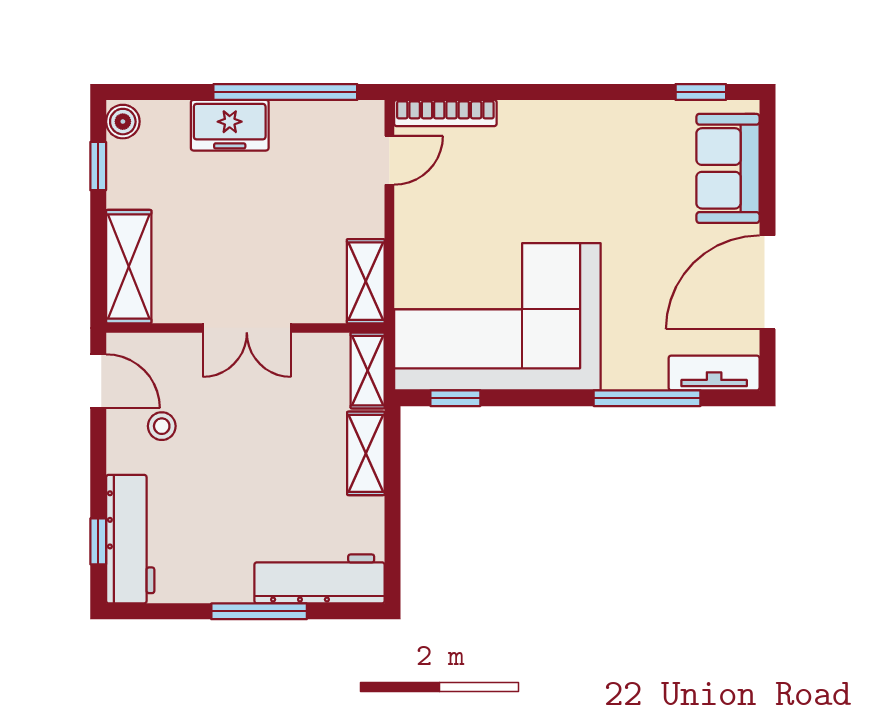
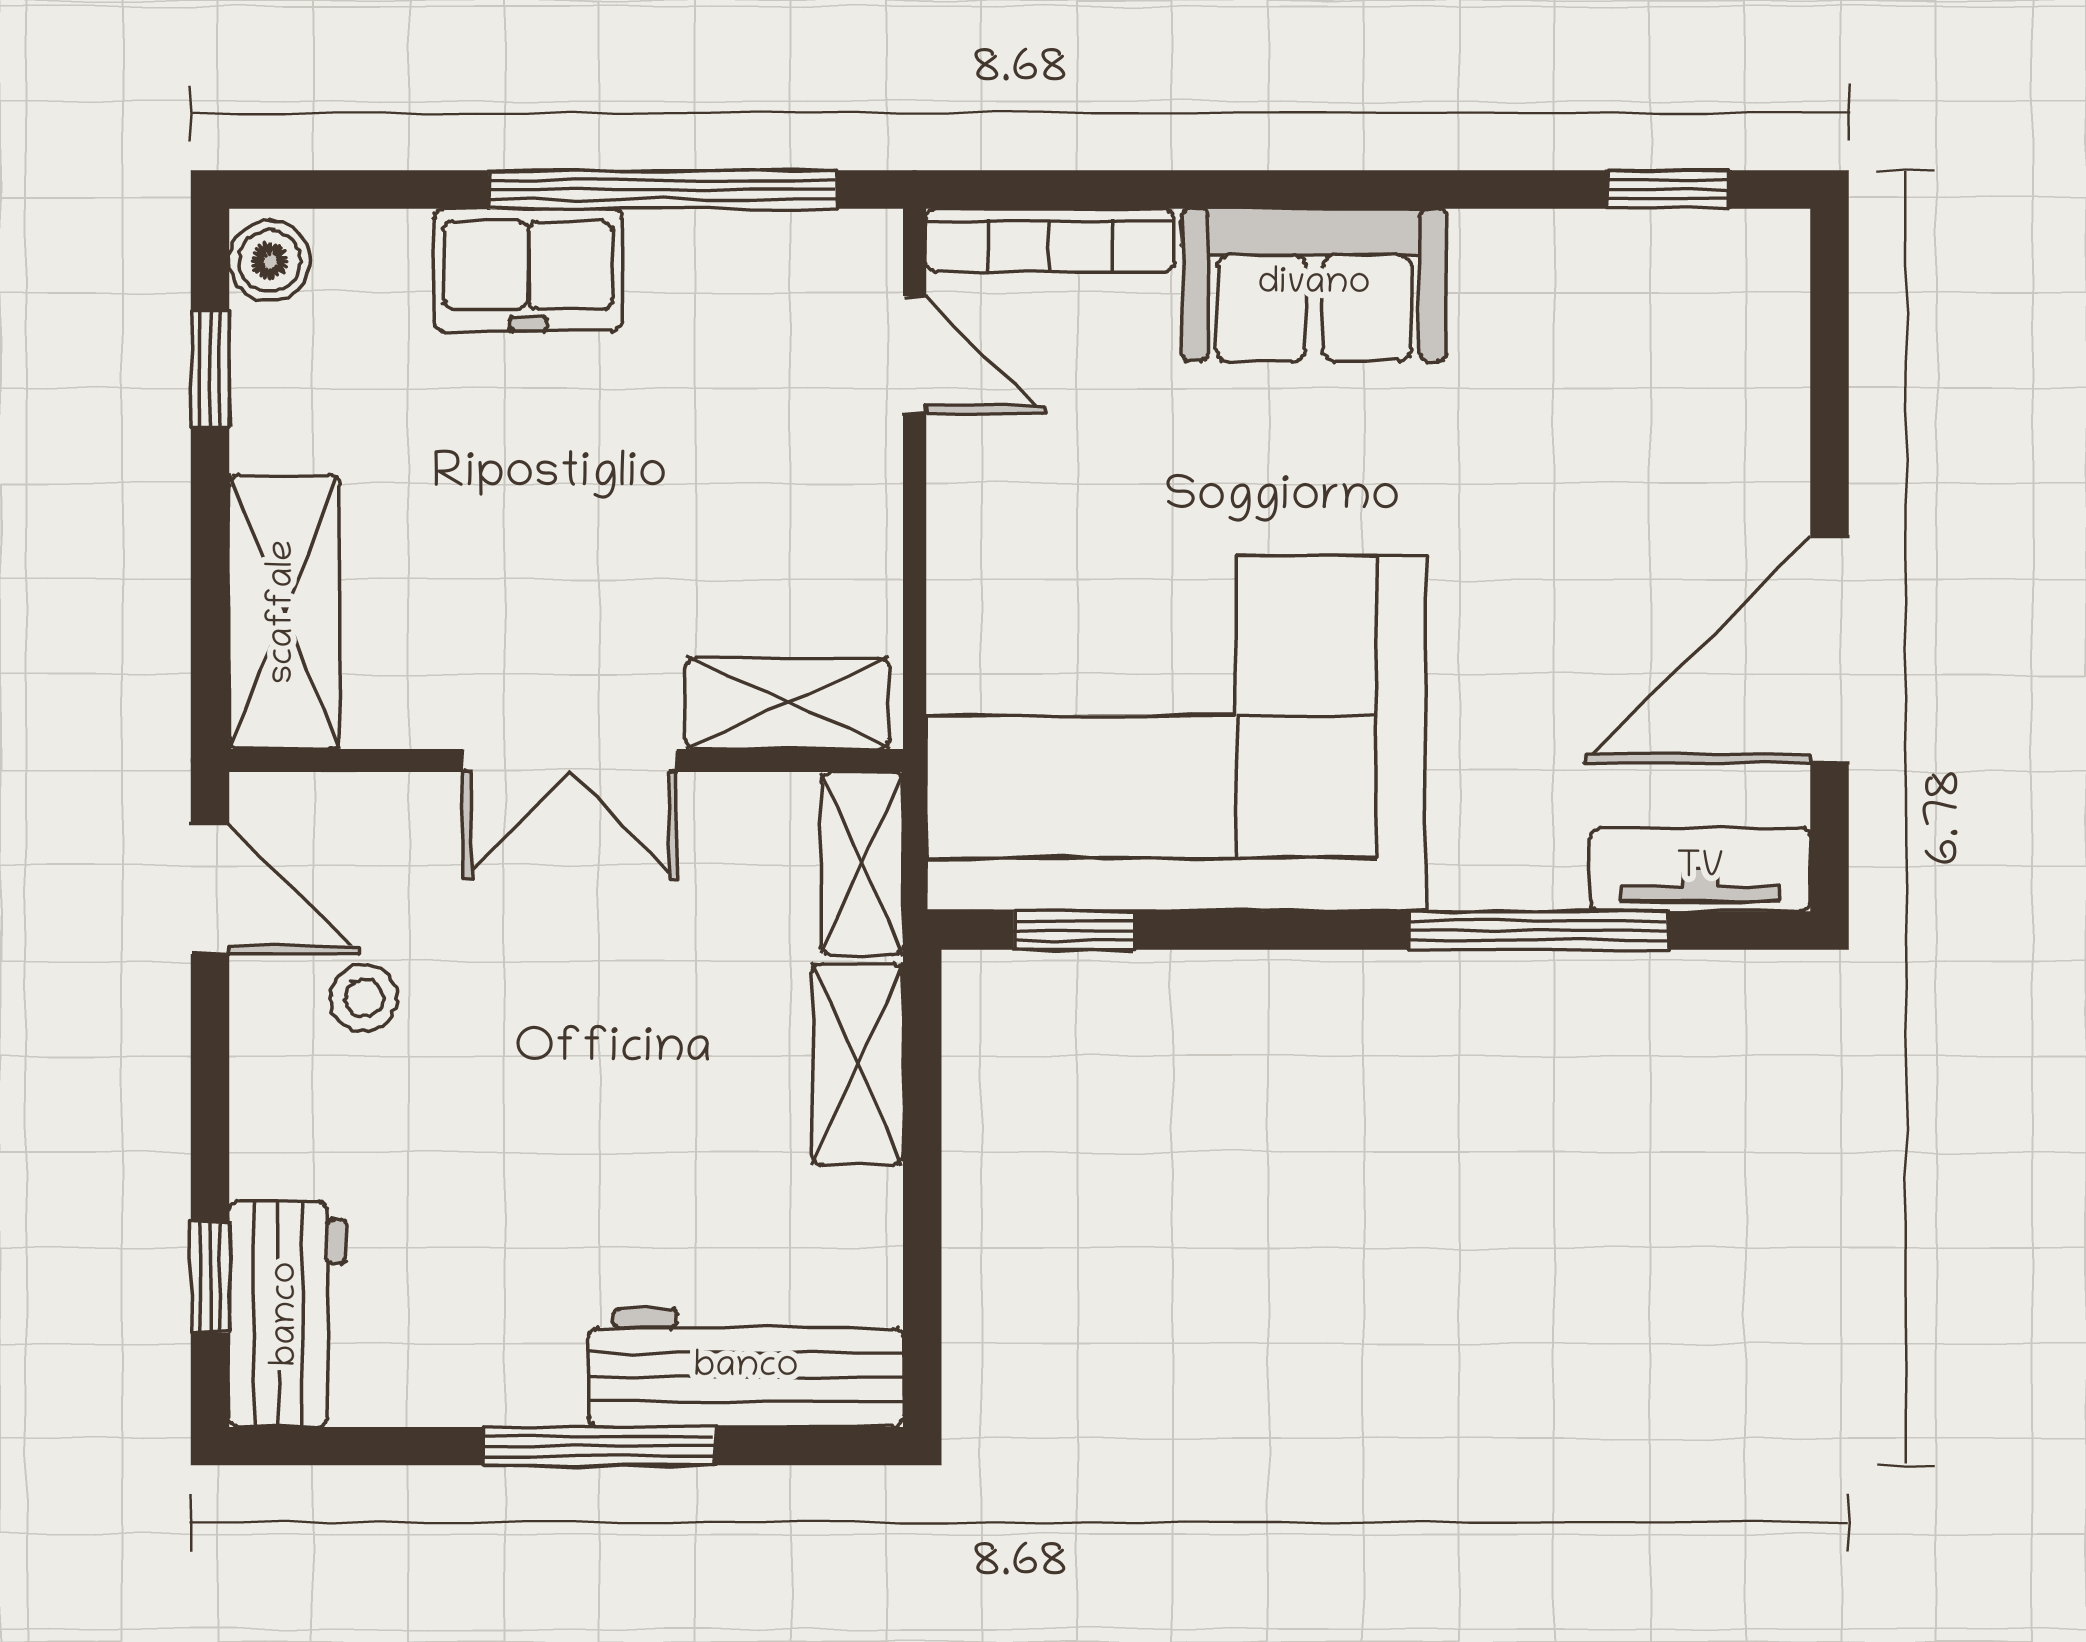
door: (389, 160) -> (915, 355), hinge flipped
sofa: (728, 168) -> (1314, 285), moved, turned -90
shelving: (366, 281) -> (787, 703), moved, turned 90
workbench: (130, 539) -> (287, 1314), width x0.73

